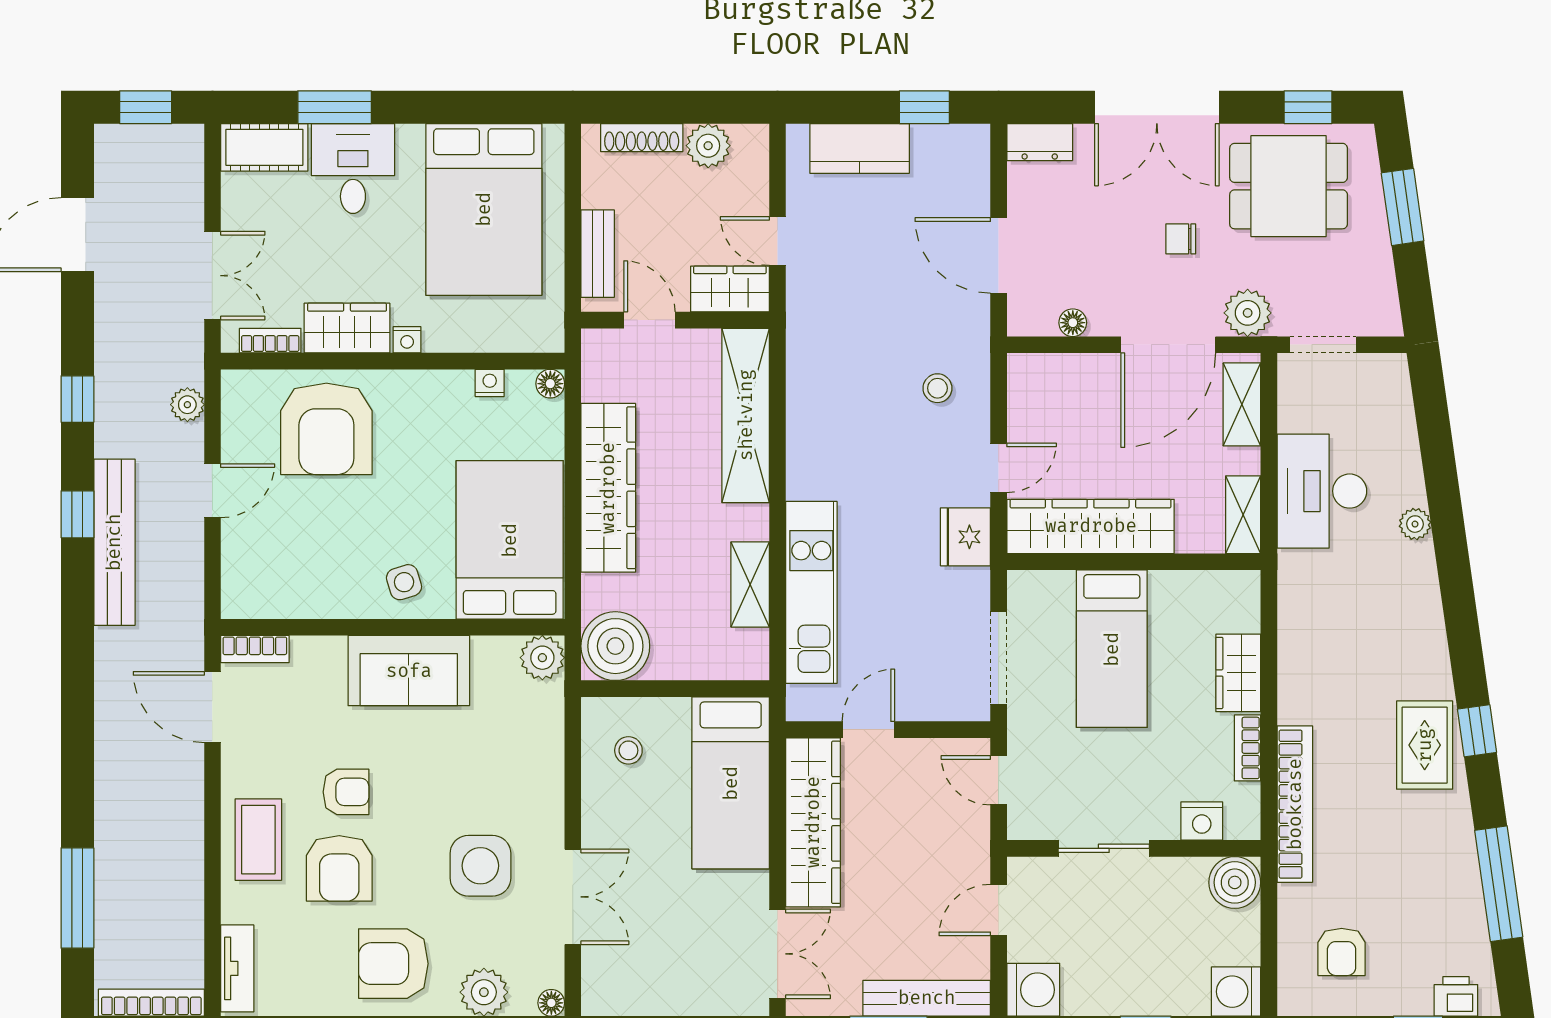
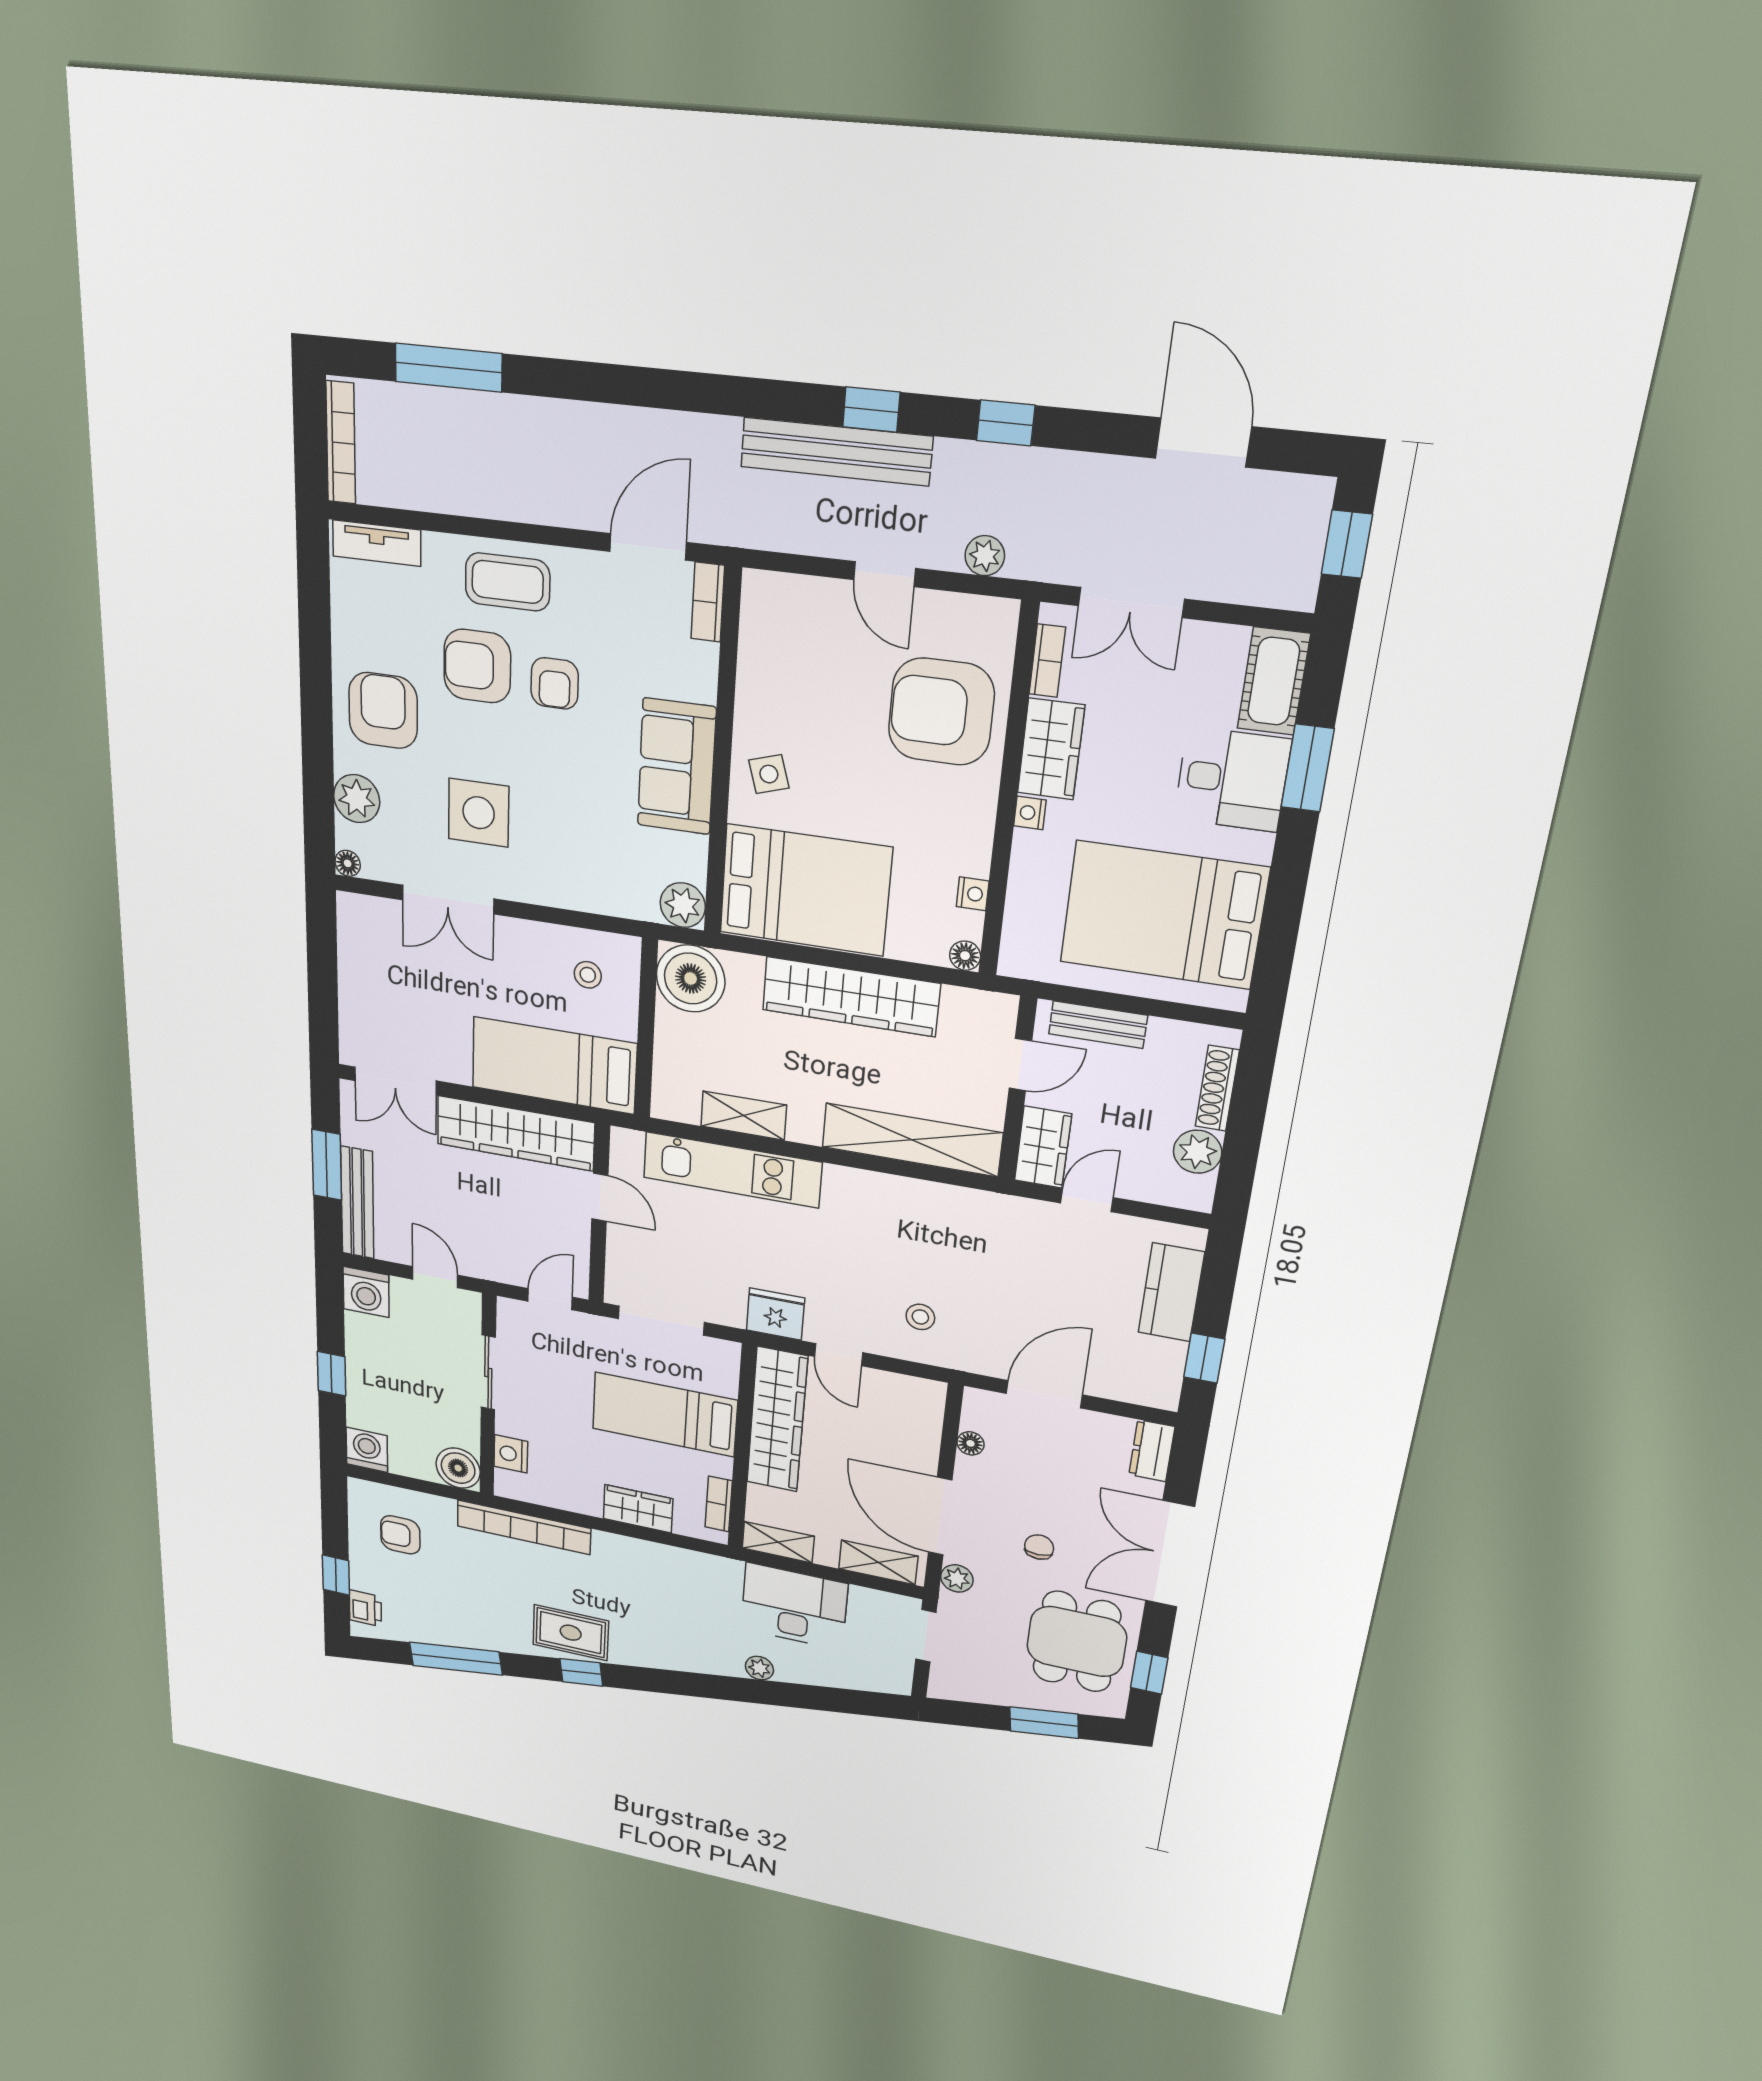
plant: (1248, 313) -> (957, 1578), width x0.73, depth x0.73
bookcase: (1247, 748) -> (719, 1504), moved, turned -90

